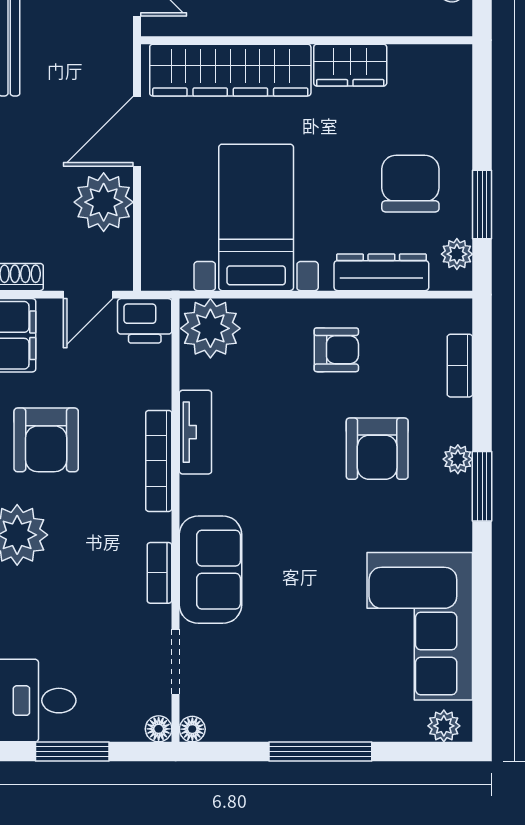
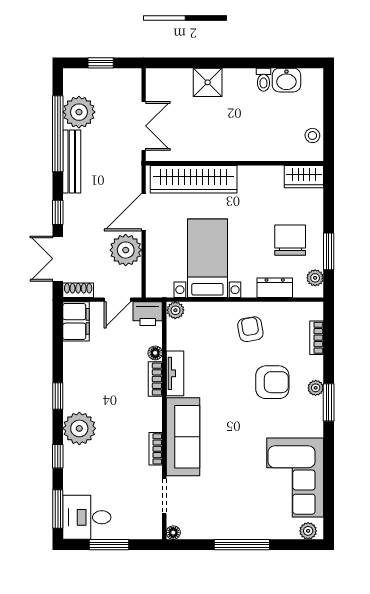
wardrobe: (350, 65) -> (304, 177), moved
dresser: (381, 272) -> (275, 288), width x0.70
plant: (210, 328) -> (175, 310), width x0.53, depth x0.53
armchair: (336, 350) -> (250, 329), turned -100
armchair: (46, 440) -> (95, 378), removed
armchair: (377, 449) -> (272, 382), turned -90
bookcase: (159, 461) -> (155, 379), width x0.64
sofa: (210, 570) -> (183, 437), width x1.36
floor lamp: (159, 729) -> (155, 353), moved

